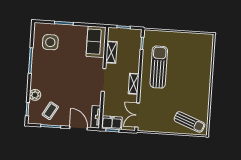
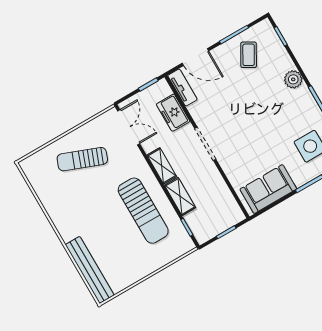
sofa: (96, 42) -> (268, 189), moved, turned -90
shelving: (111, 52) -> (180, 196), moved
bench: (207, 55) -> (90, 270), added
plant: (35, 95) -> (293, 79), moved
sun lounger: (189, 122) -> (82, 159), moved
freezer: (112, 123) -> (173, 113), moved, turned 90

